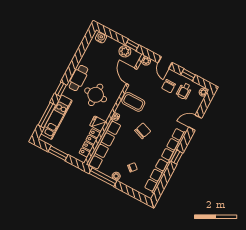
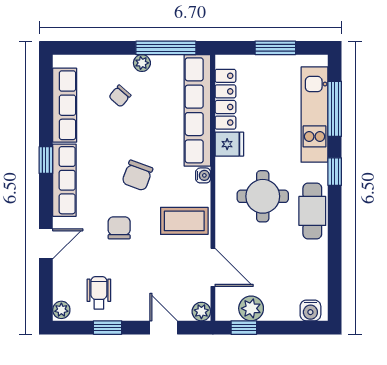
chair: (169, 86) -> (119, 228), moved

